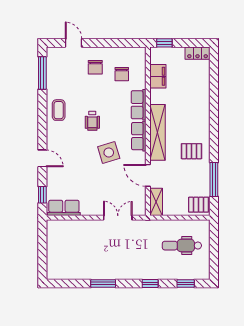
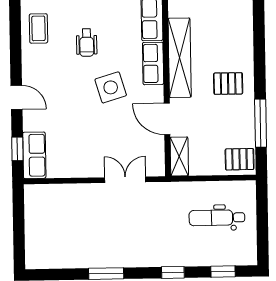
row of seats: (64, 208) -> (34, 155), moved, turned 90

